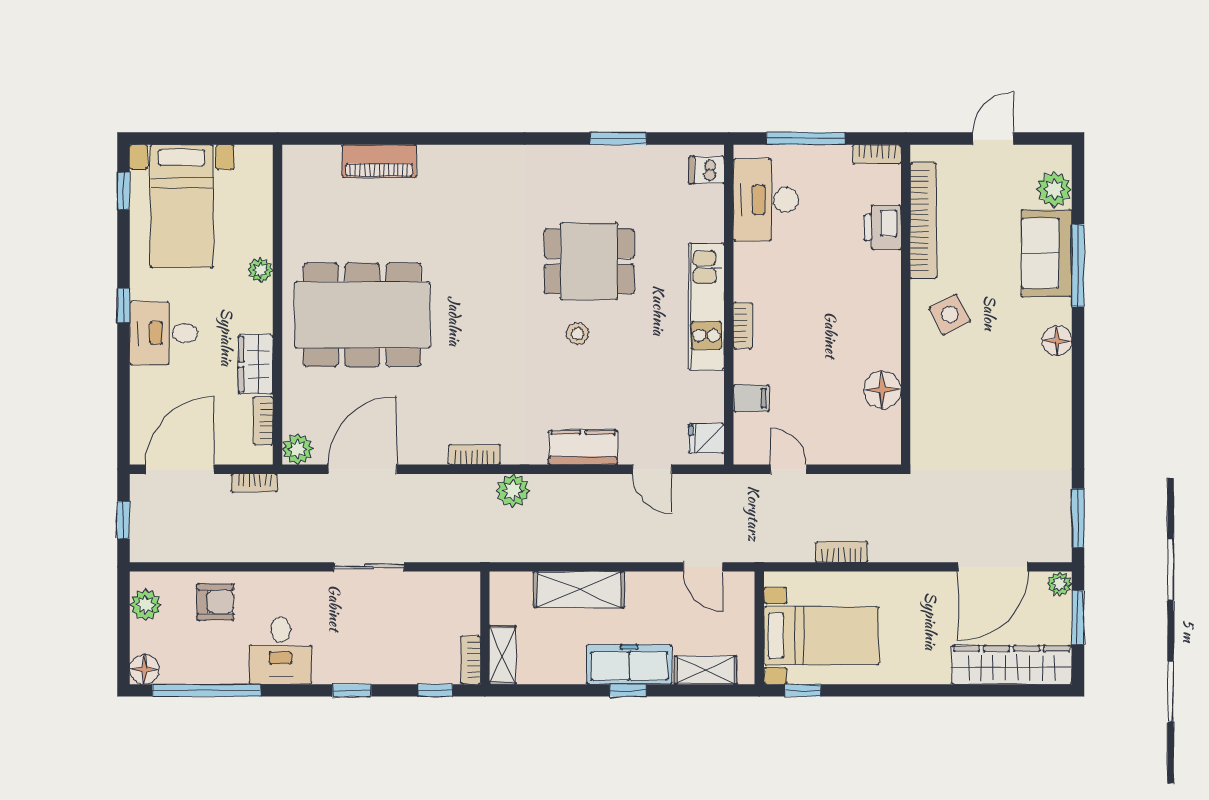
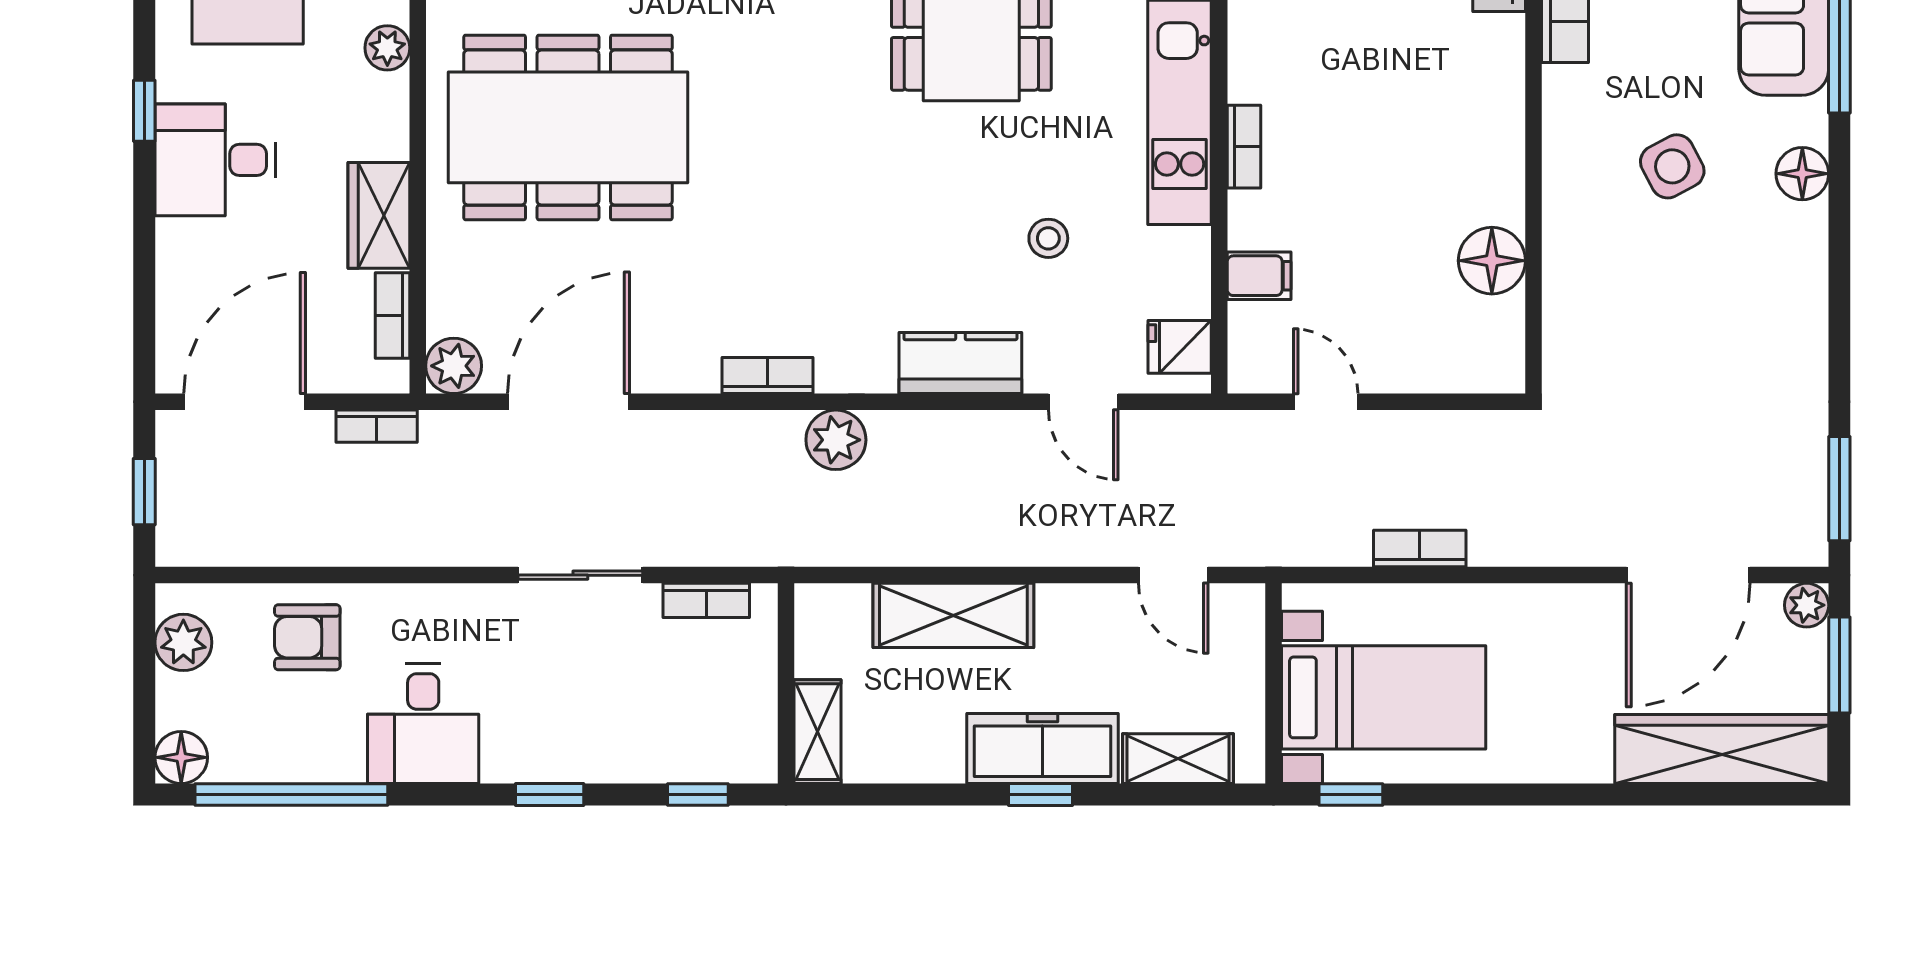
side table: (950, 314) -> (1672, 166), moved
stool: (578, 334) -> (1048, 238), moved
armchair: (215, 602) -> (307, 637), turned 180
bookcase: (471, 660) -> (706, 600), moved, turned -90

